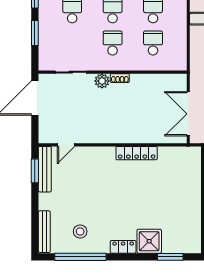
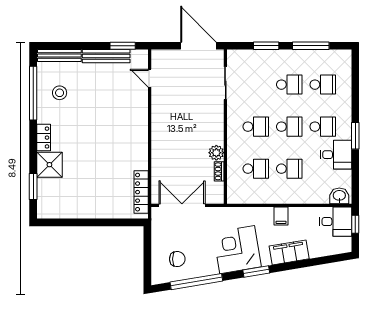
shoe rack: (120, 78) -> (219, 171), moved
plant: (102, 81) -> (216, 153), moved
locker: (137, 153) -> (141, 192), moved
bench: (45, 169) -> (106, 56), moved

